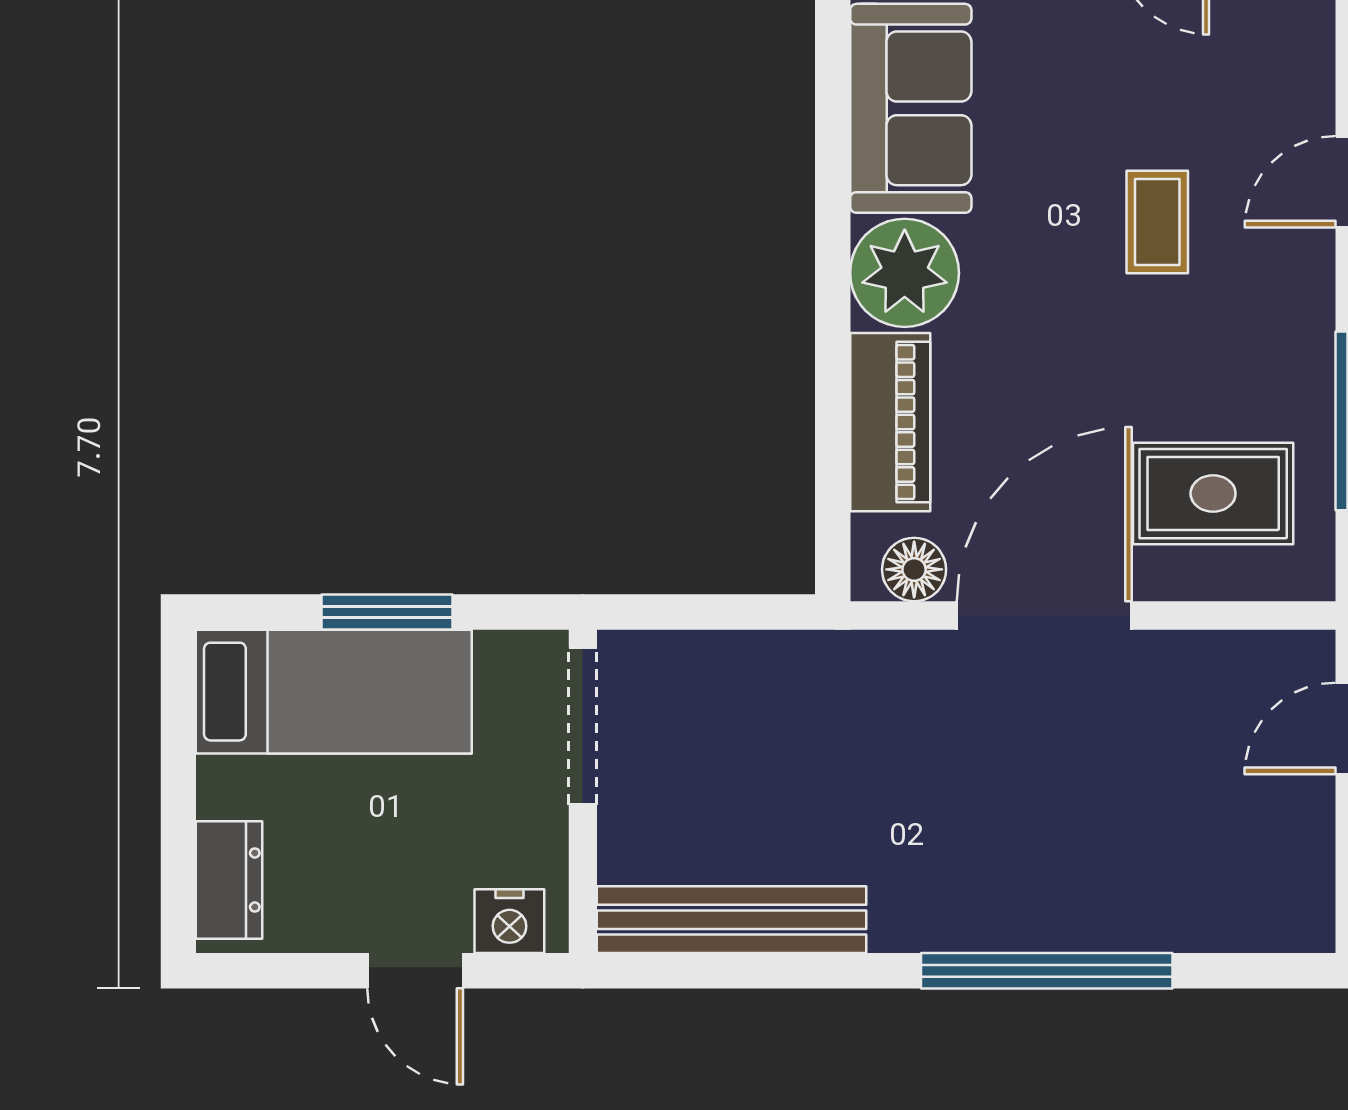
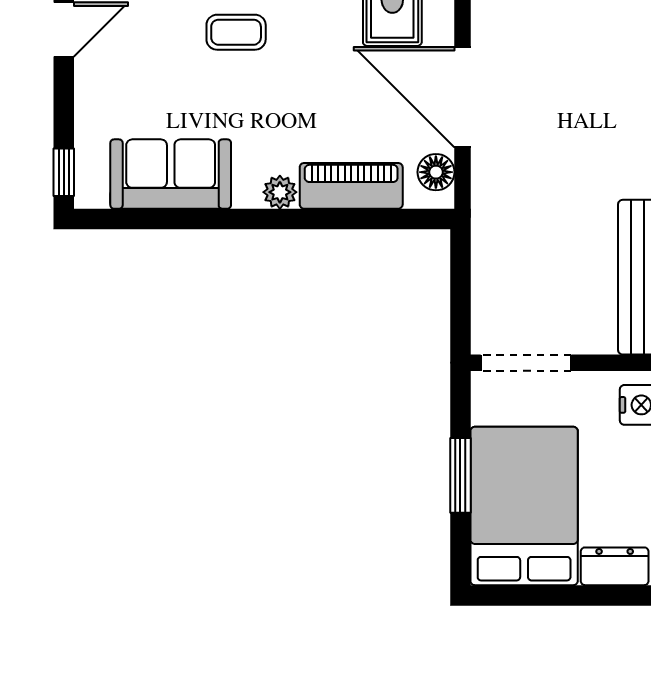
plant: (905, 273) -> (280, 192), width x0.53, depth x0.53
bed: (334, 692) -> (524, 506), width x1.50

